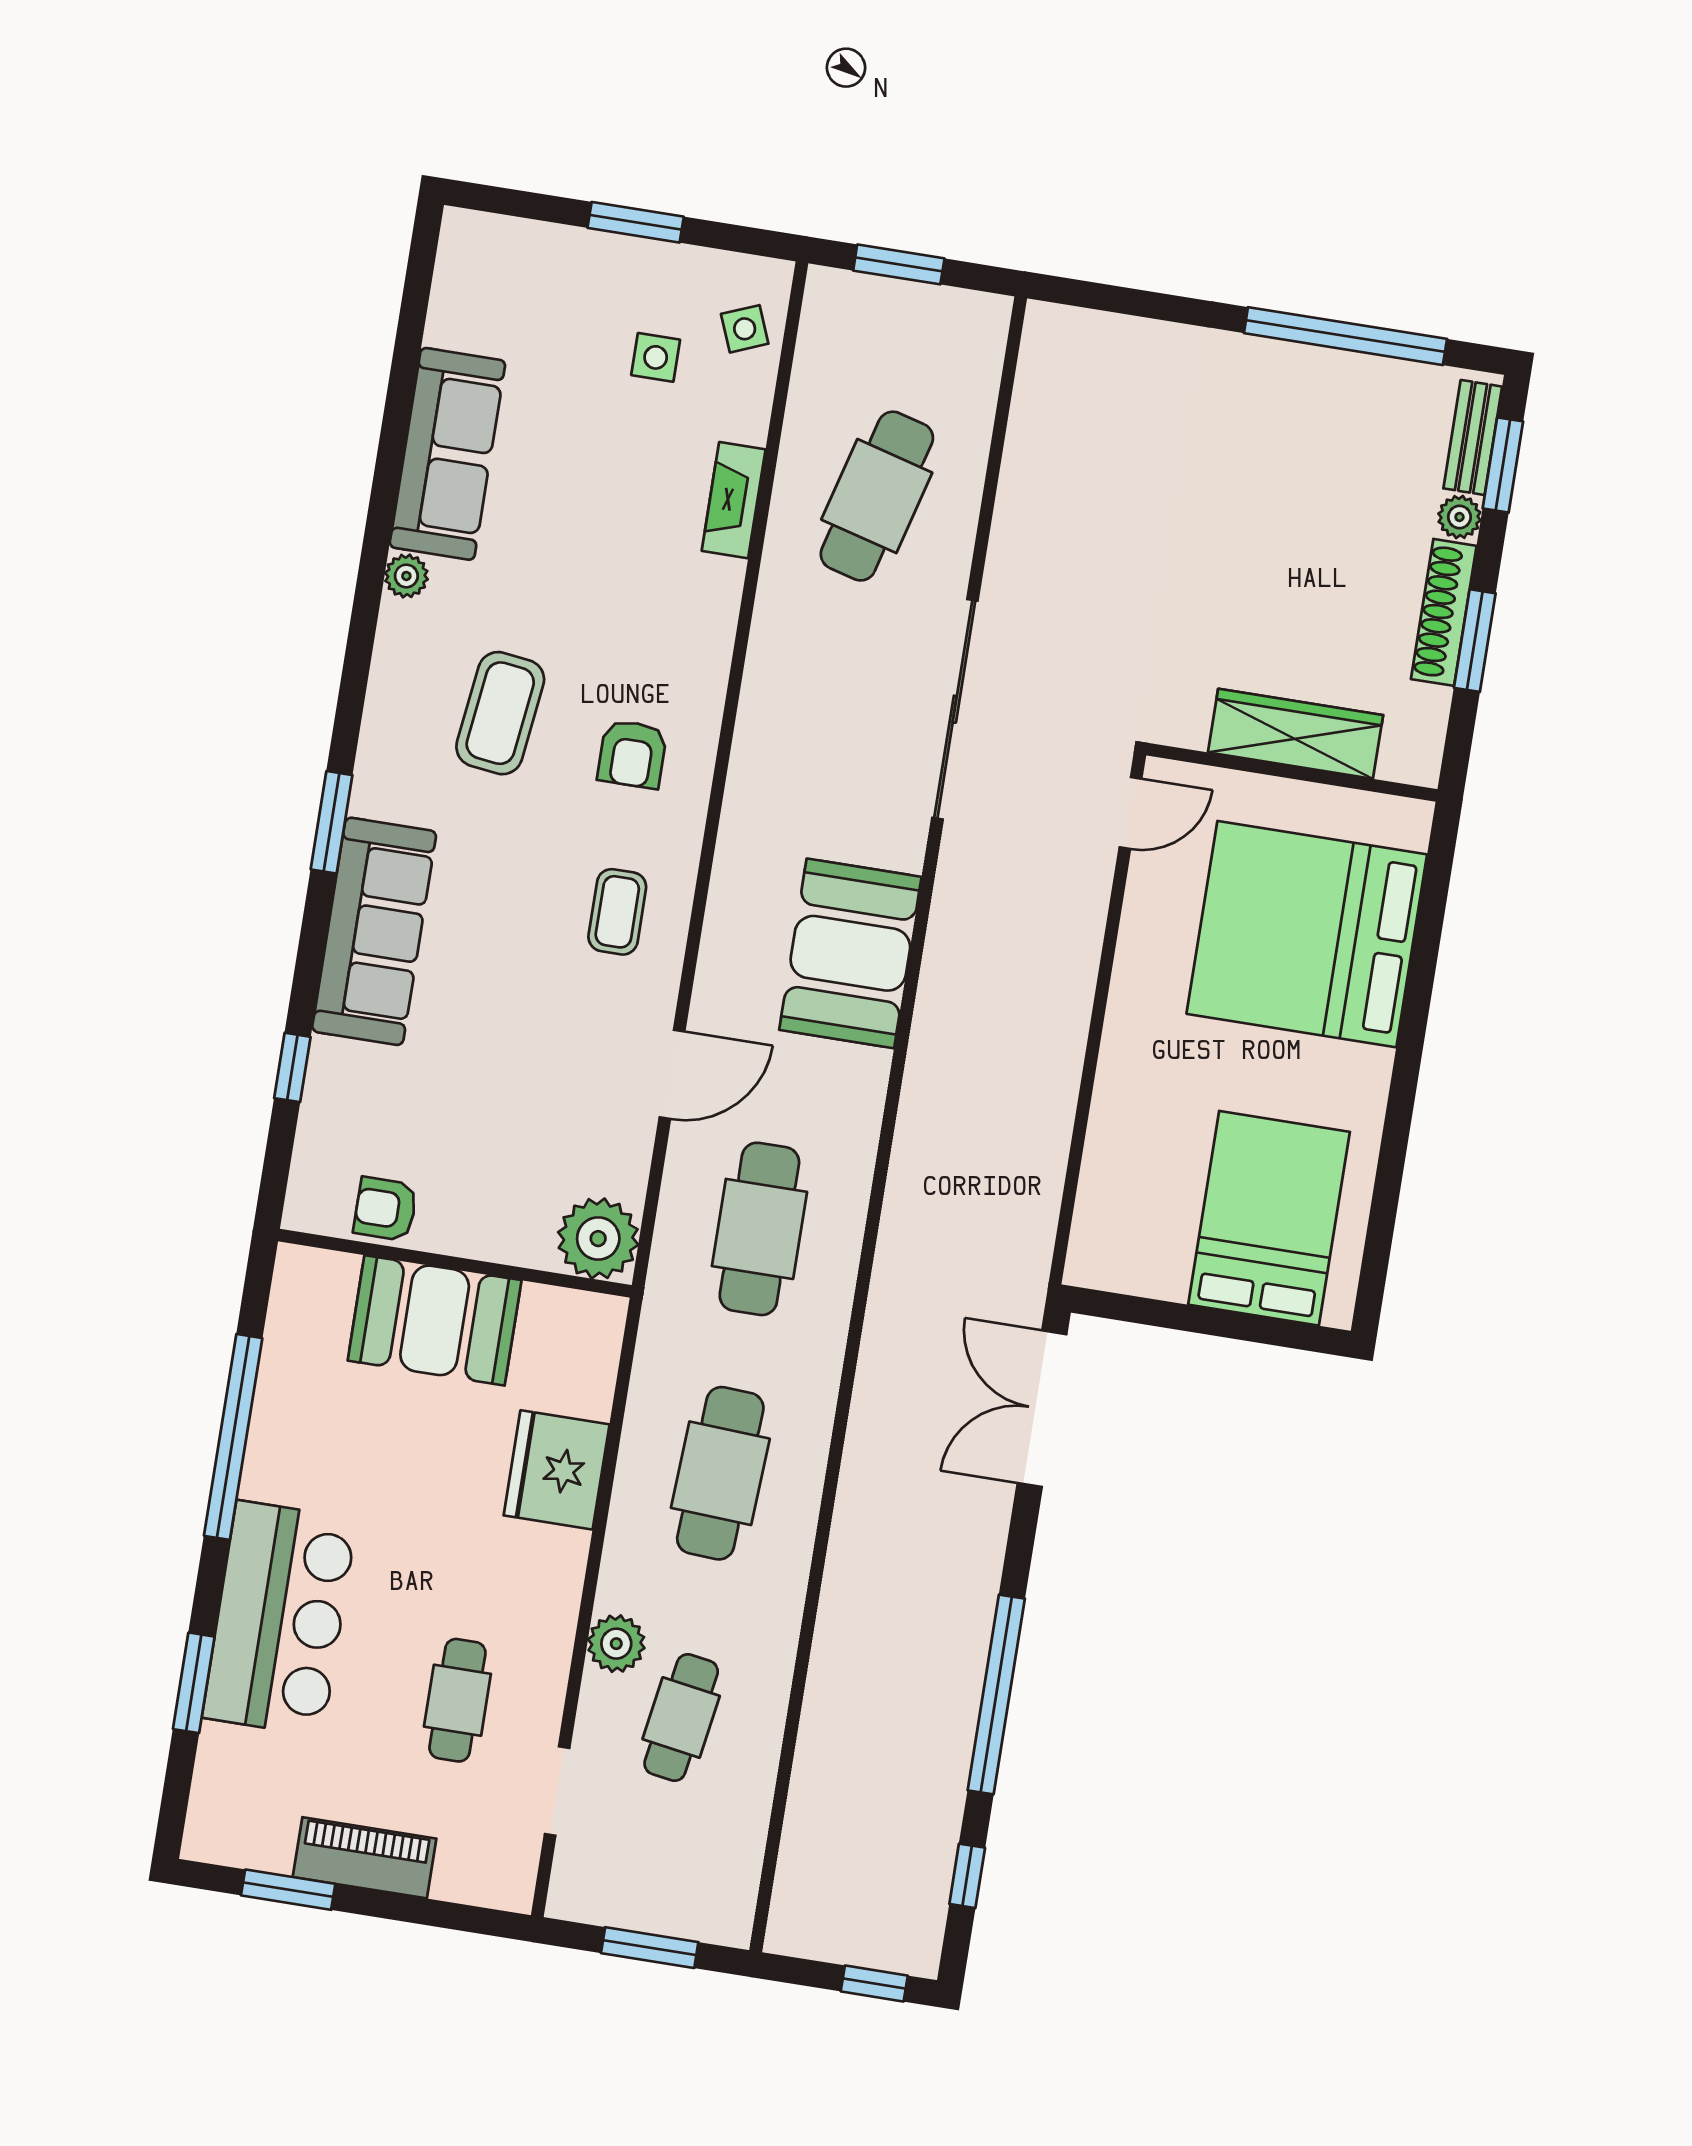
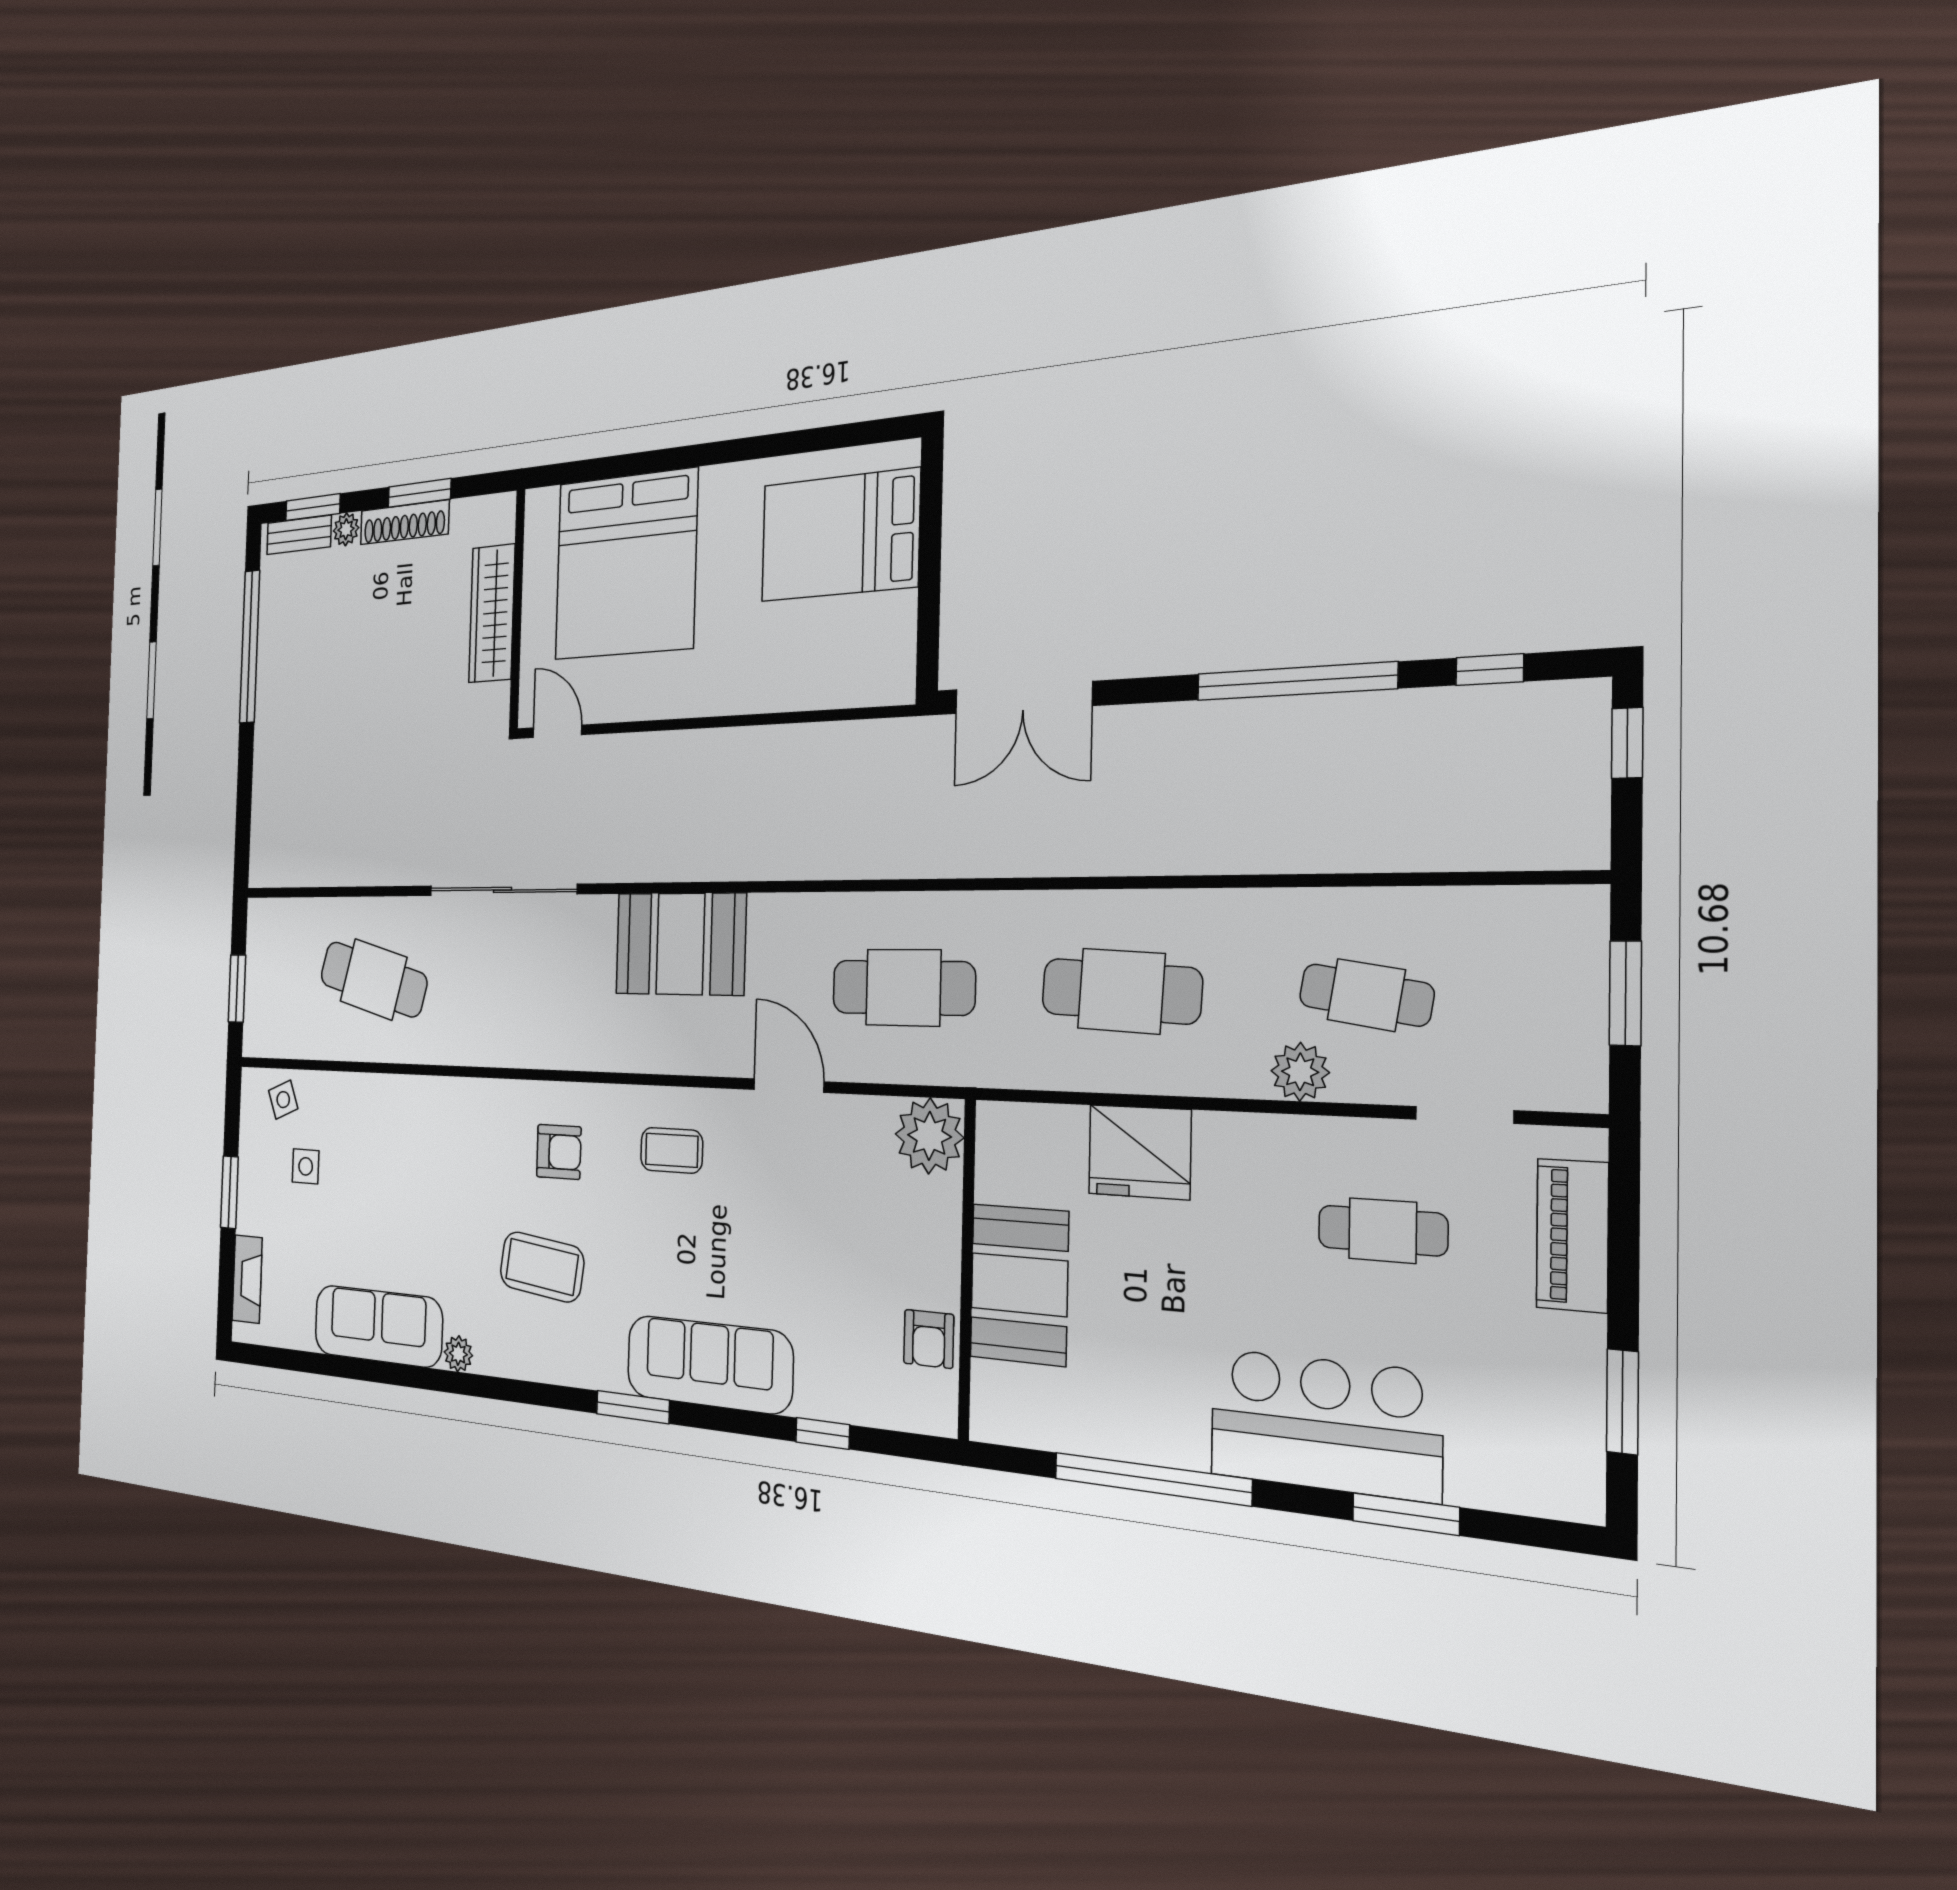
fireplace: (734, 500) -> (247, 1279), moved, turned -90
piano: (365, 1858) -> (1572, 1235), moved

